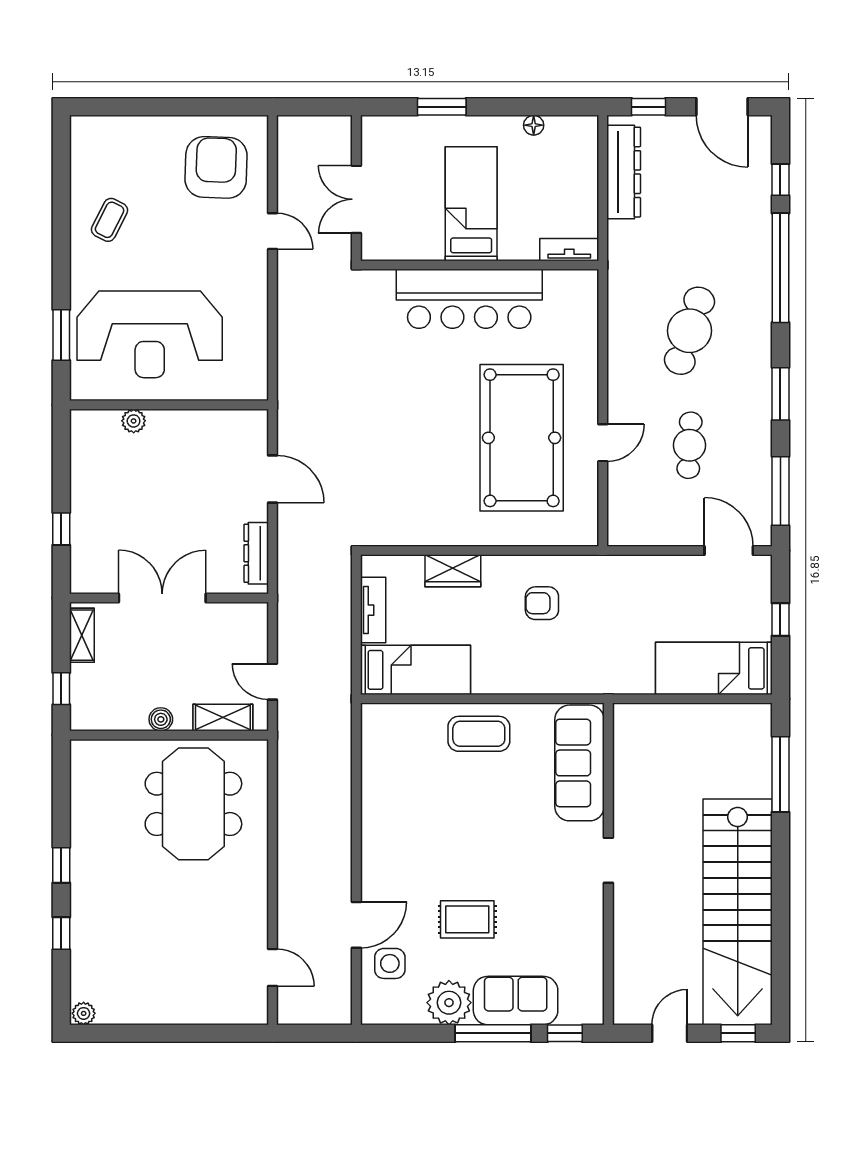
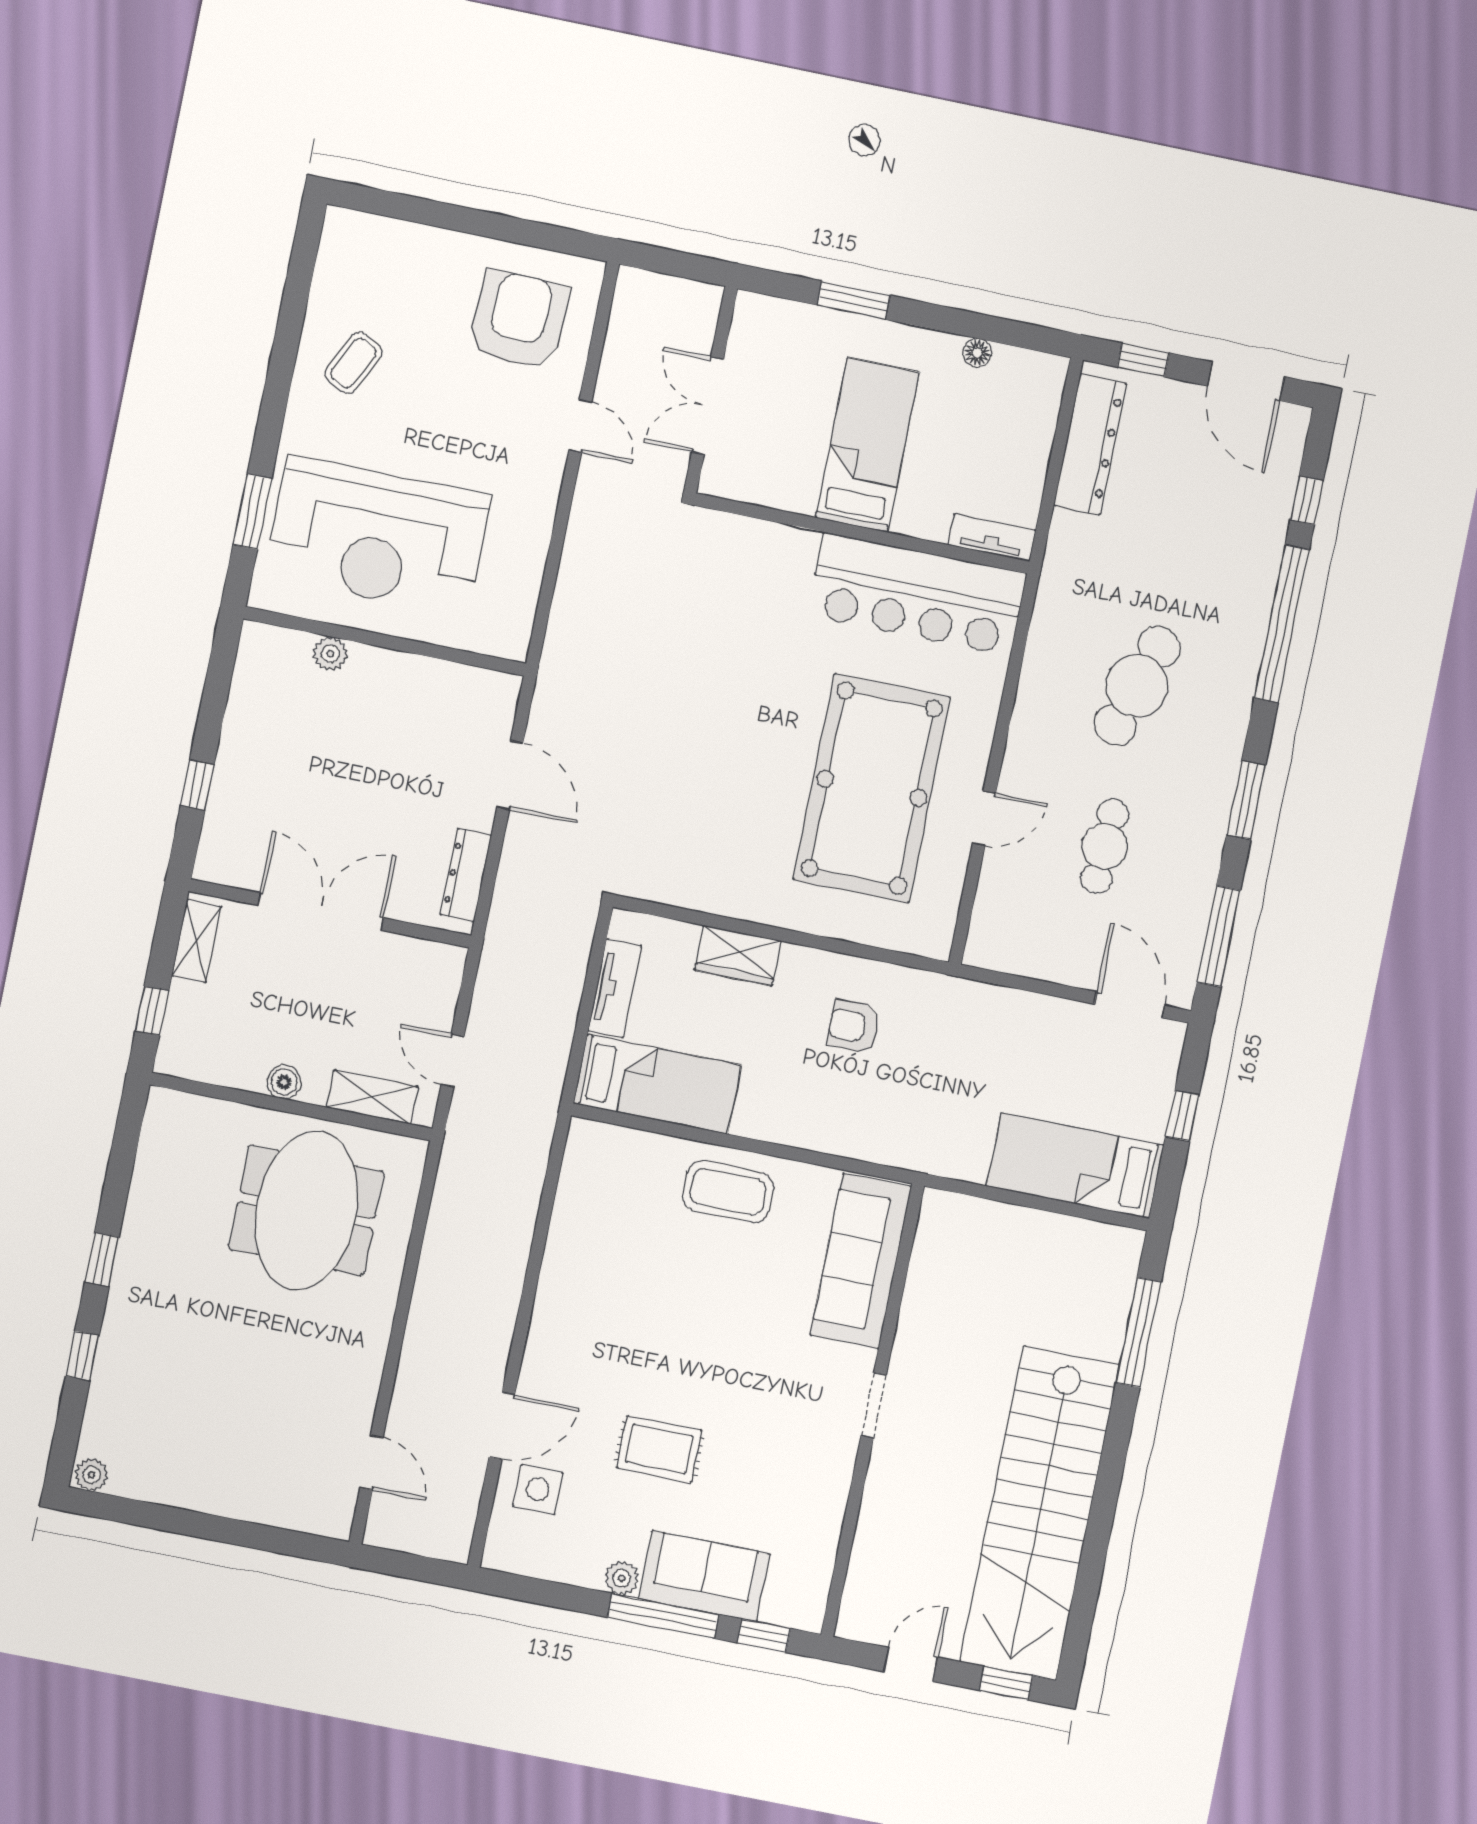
bar counter: (469, 299) -> (917, 594), moved
plant: (449, 1003) -> (622, 1578), width x0.53, depth x0.53

